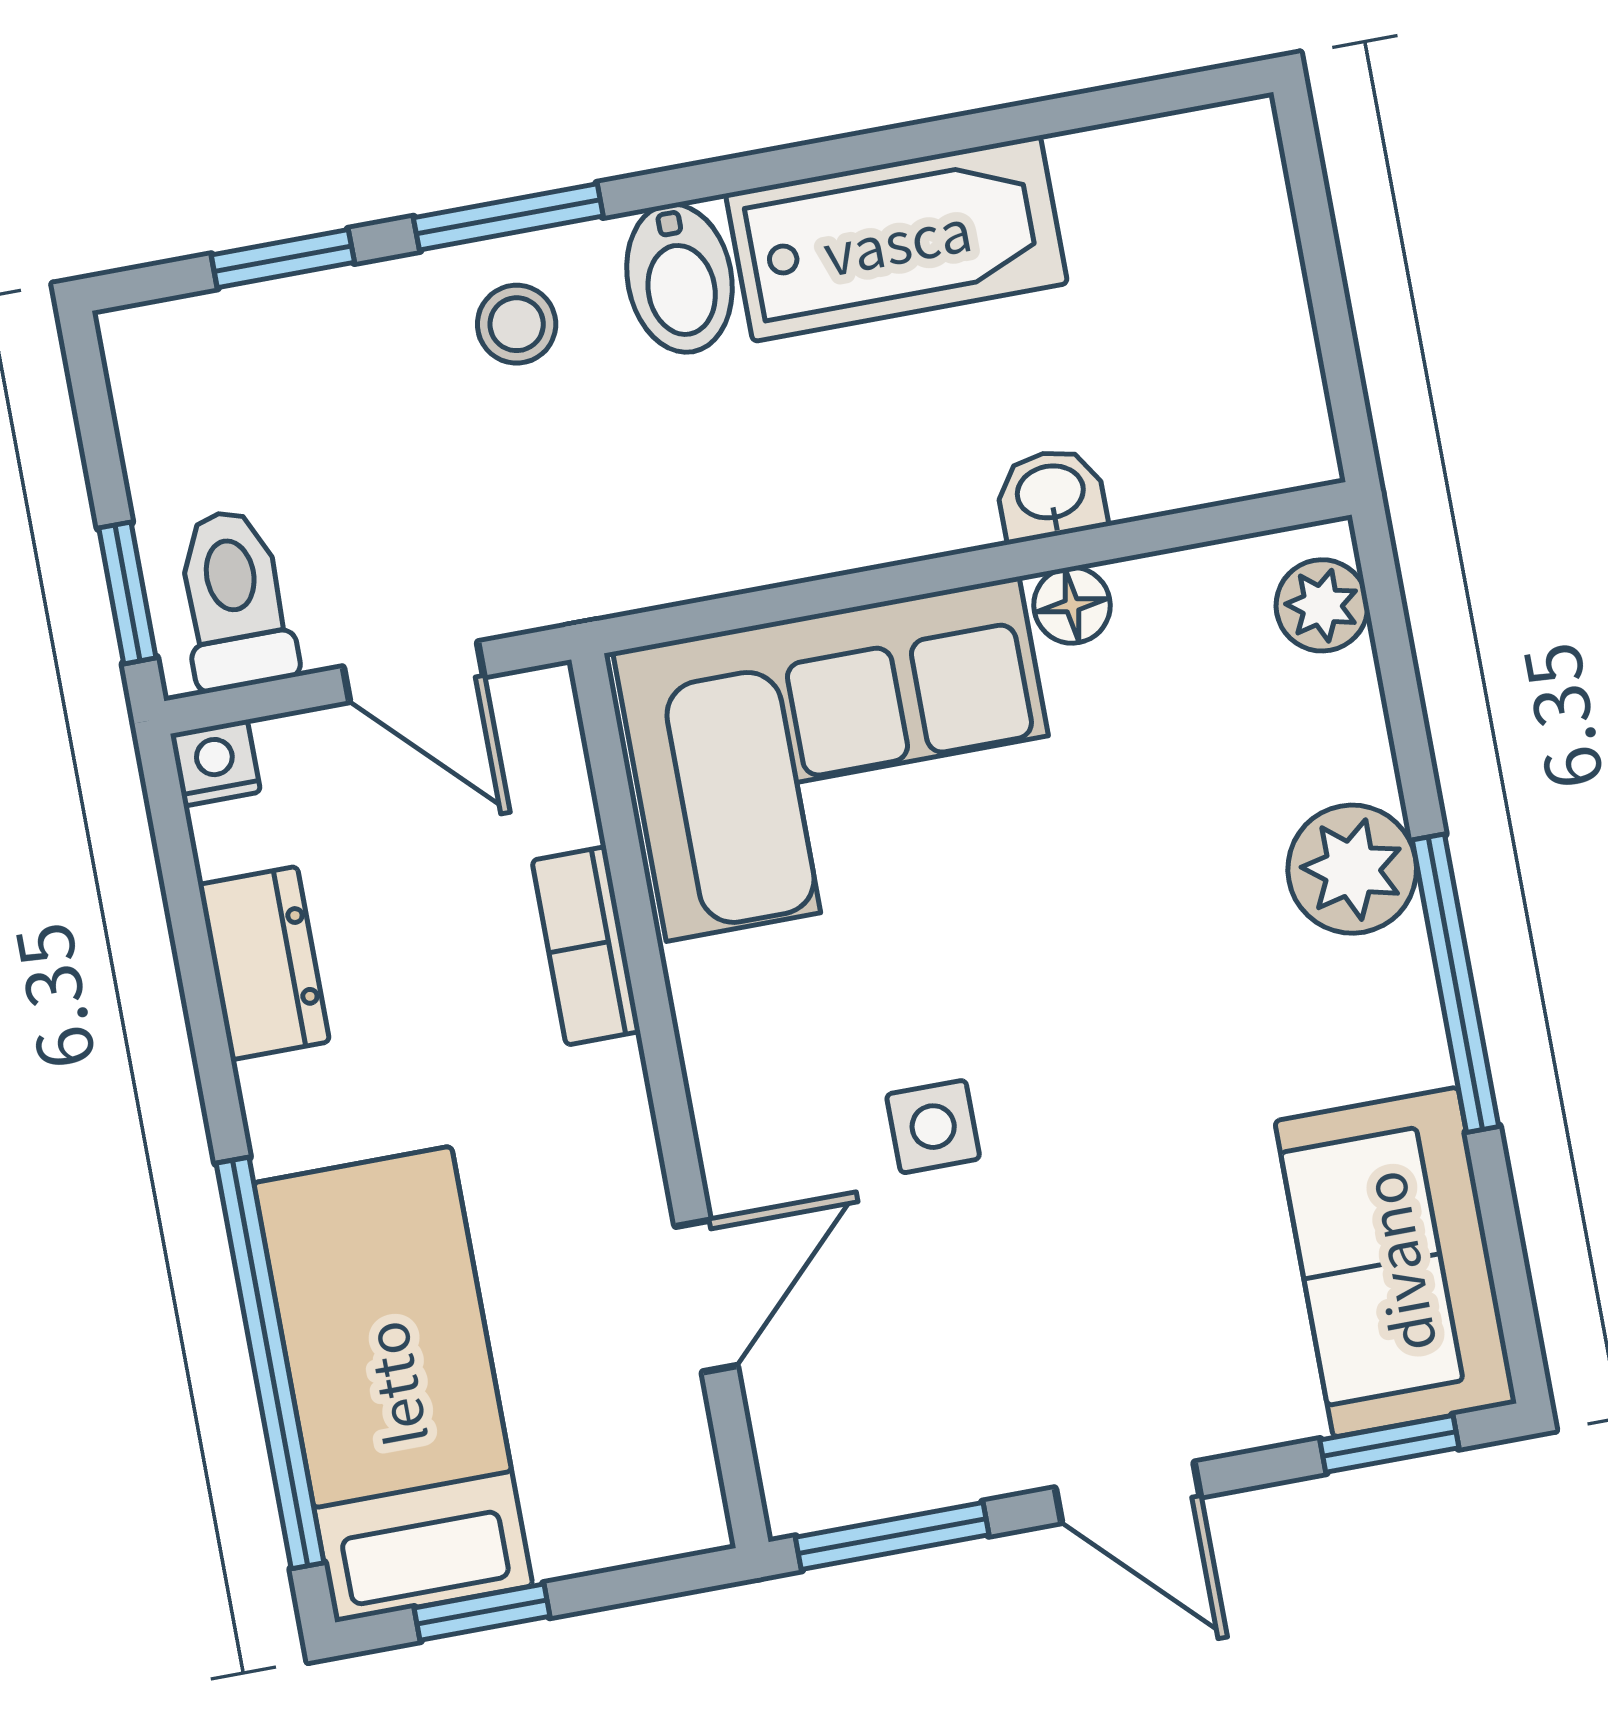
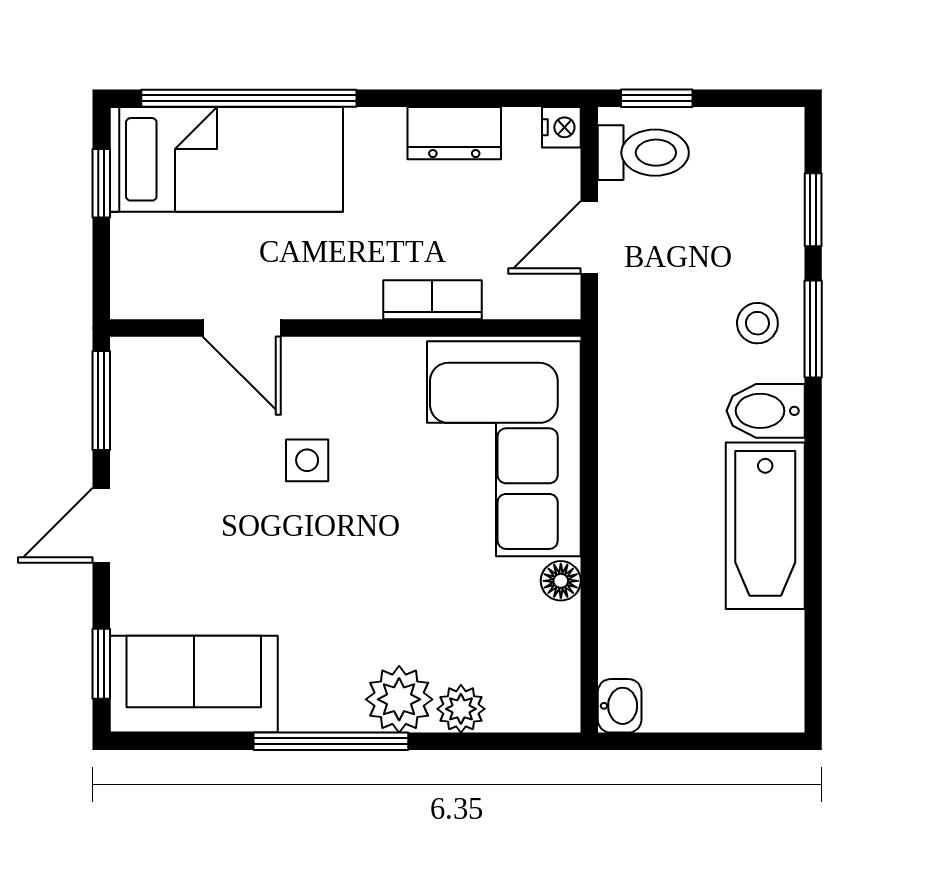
washbasin: (1051, 494) -> (620, 706), moved
plant: (1322, 605) -> (461, 709), moved

